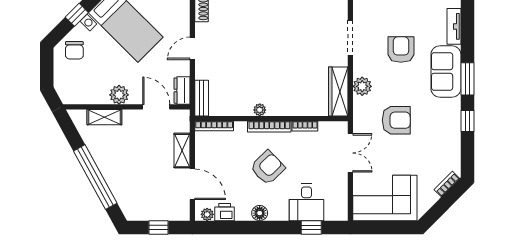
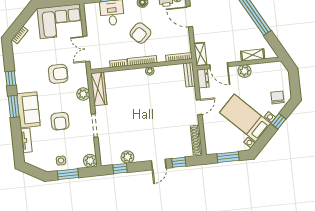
armchair: (396, 120) -> (58, 74), turned 180
shelving: (182, 151) -> (200, 54), moved

